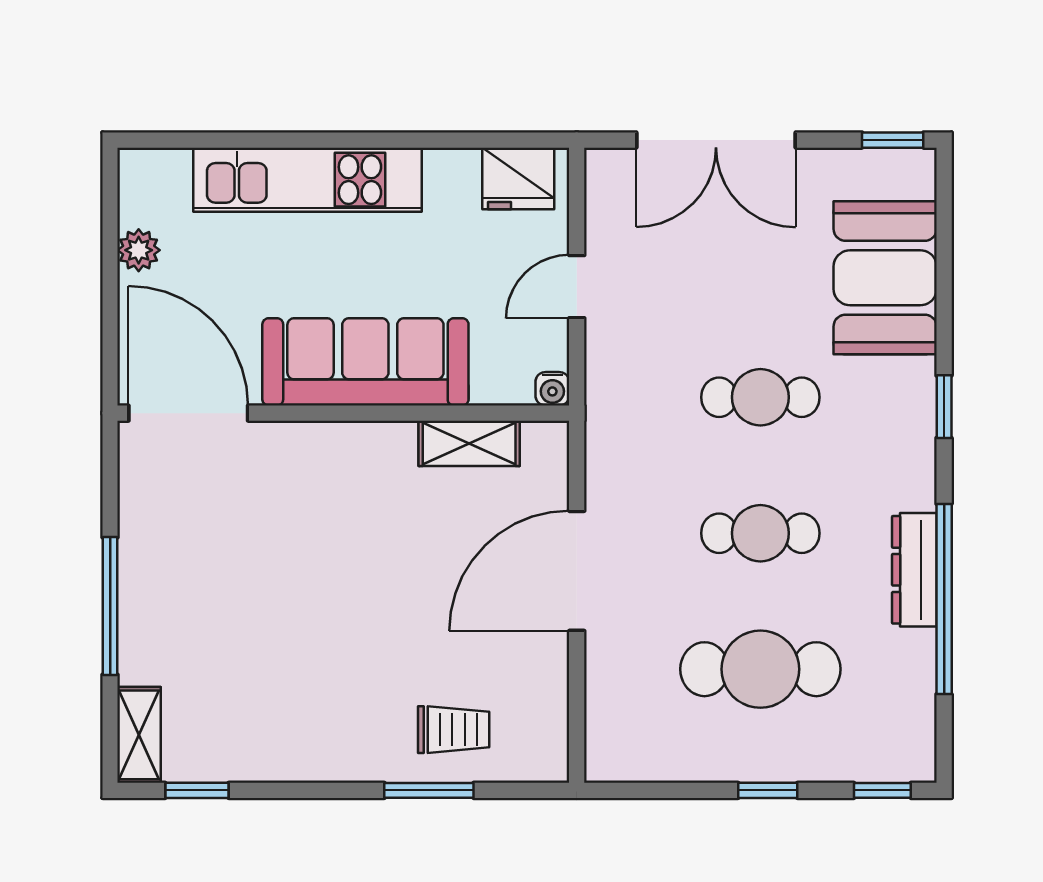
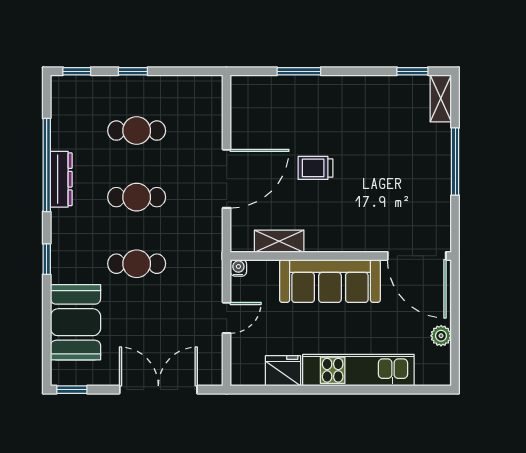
fridge: (518, 178) -> (283, 371), moved
cafe table: (760, 669) -> (137, 131), width x0.73, depth x0.74
trolley: (454, 730) -> (315, 168), moved

